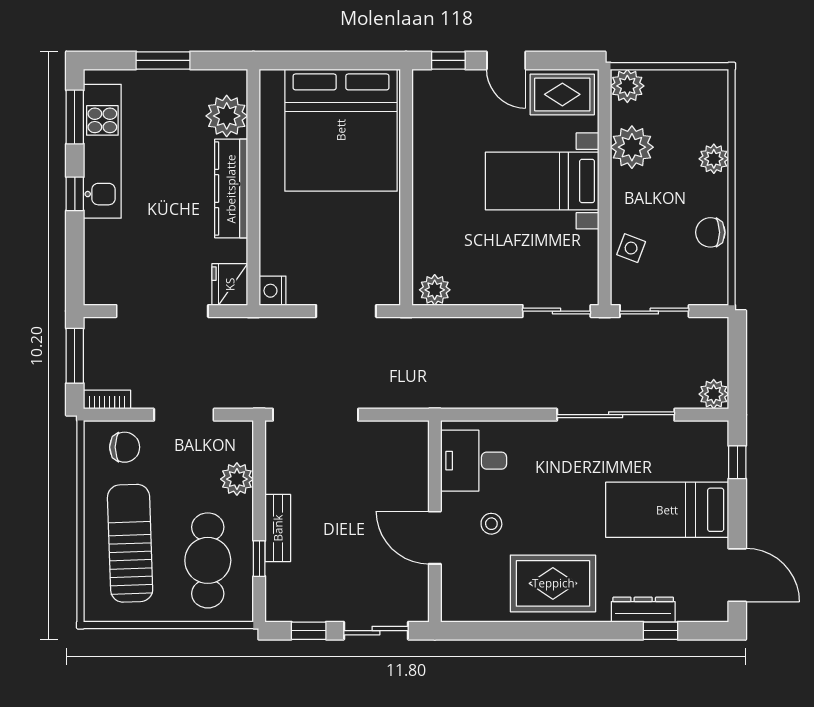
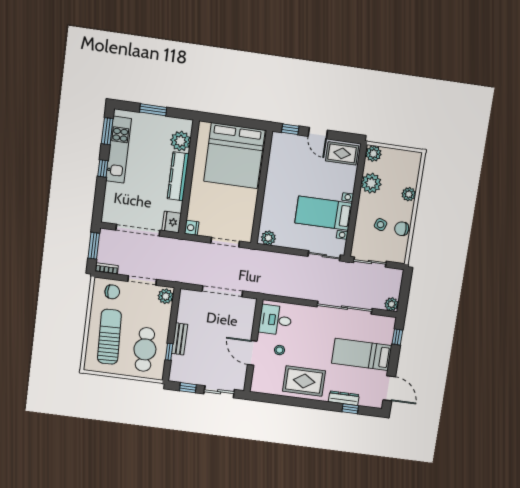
bed with nightstands: (542, 181) -> (324, 213), moved
side table: (631, 248) -> (381, 225), moved
doorway: (315, 415) -> (222, 291), moved
plant: (237, 479) -> (166, 296), moved

